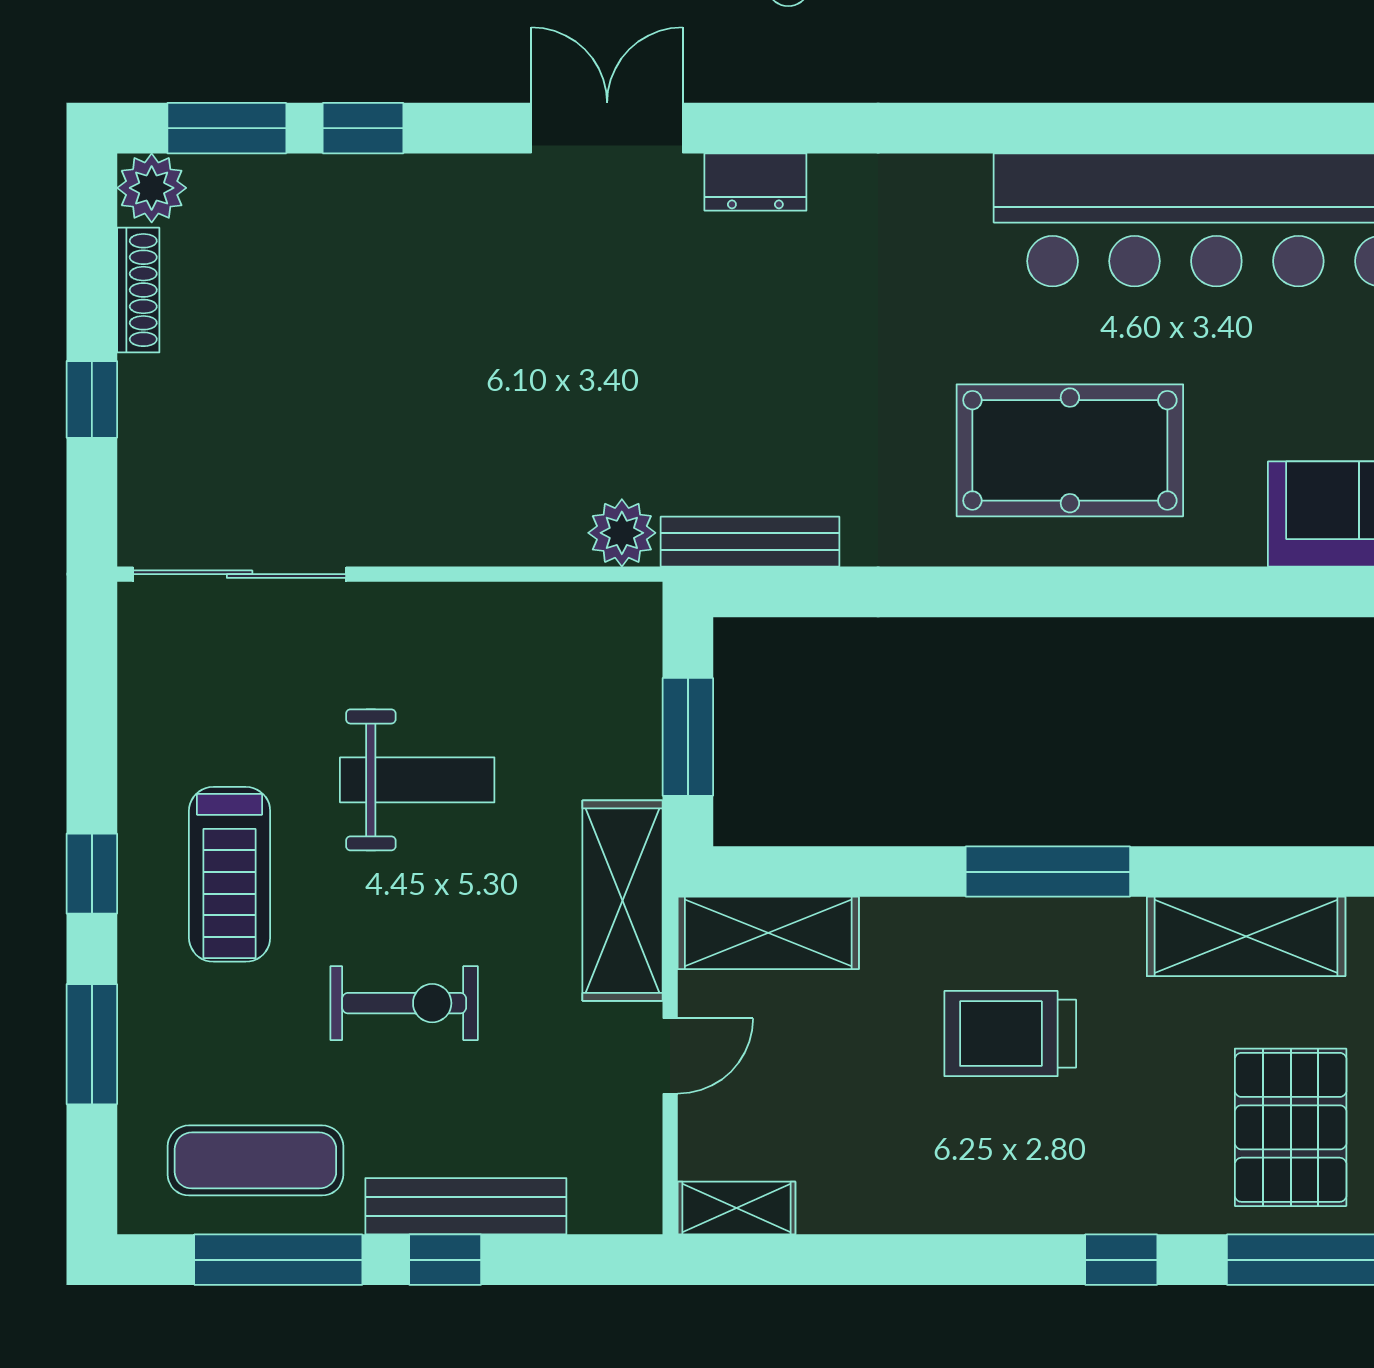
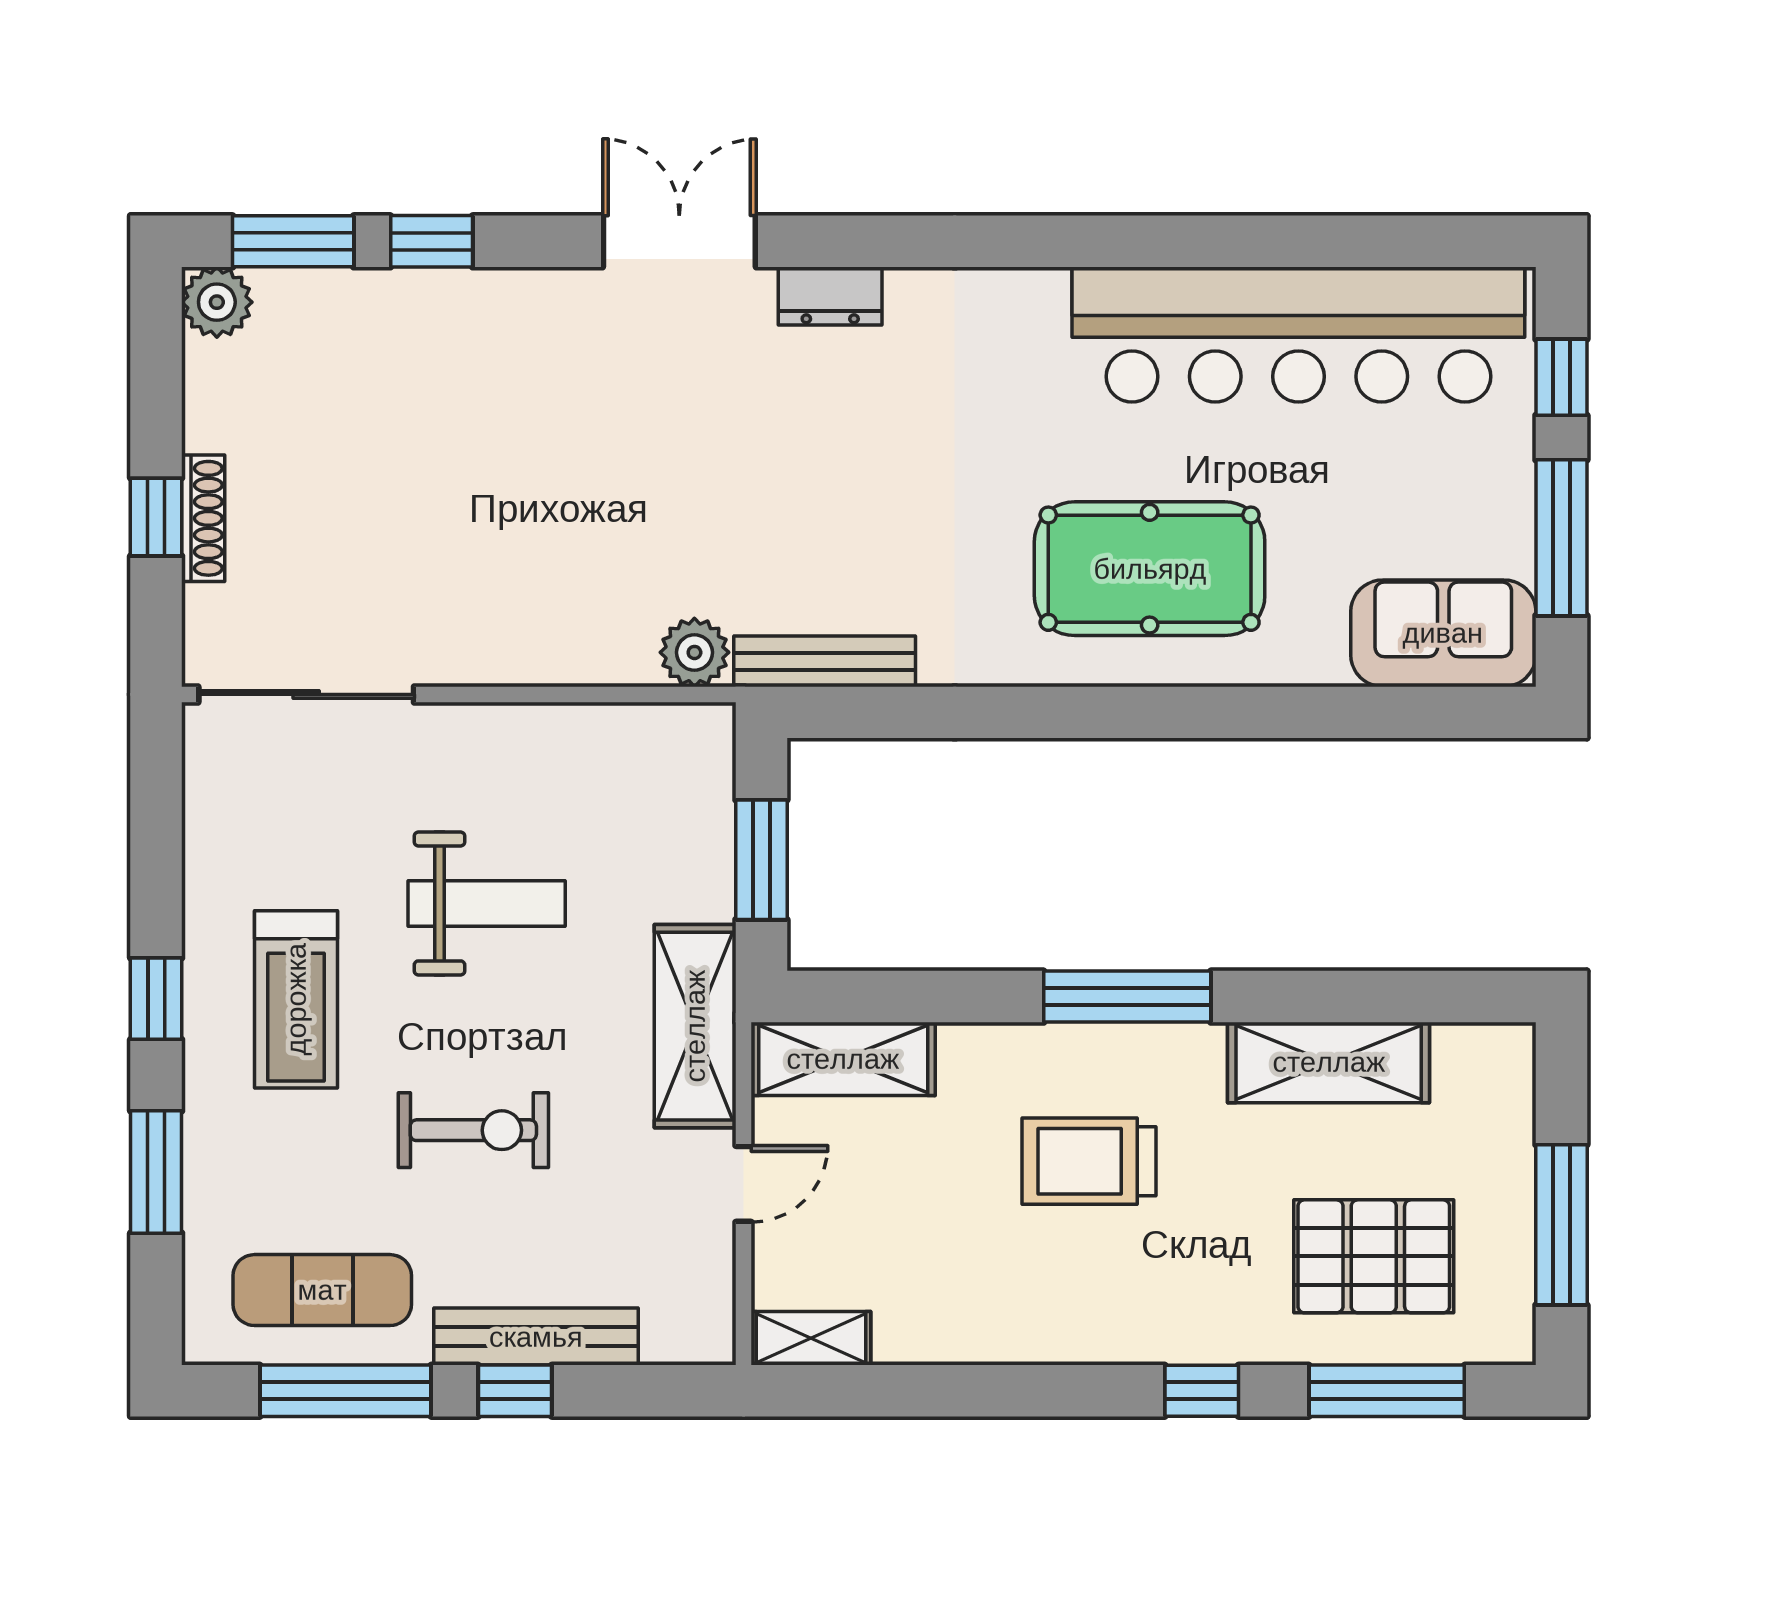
shoe rack: (138, 290) -> (203, 518), moved
pallet: (1291, 1127) -> (1374, 1256), turned 90

